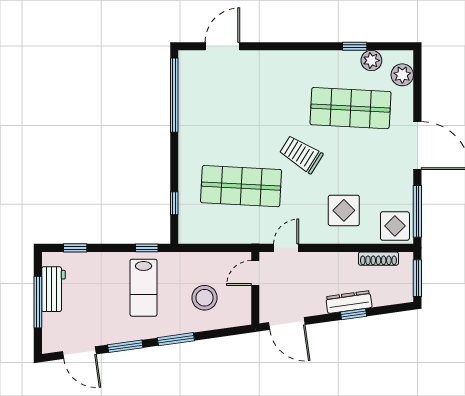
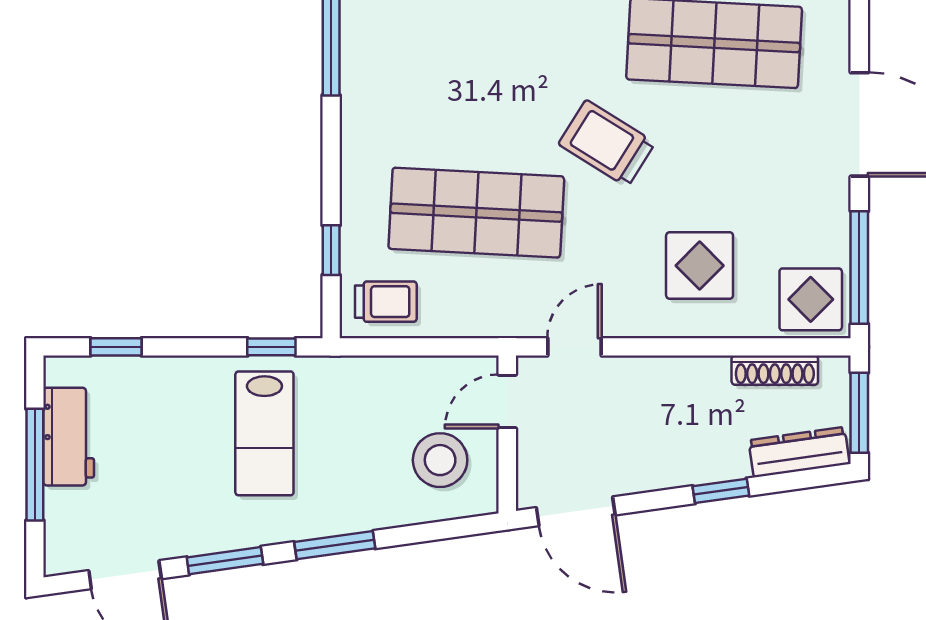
trolley: (199, 227) -> (386, 302), added
stool: (205, 298) -> (440, 460), moved
dresser: (349, 302) -> (799, 452), moved

